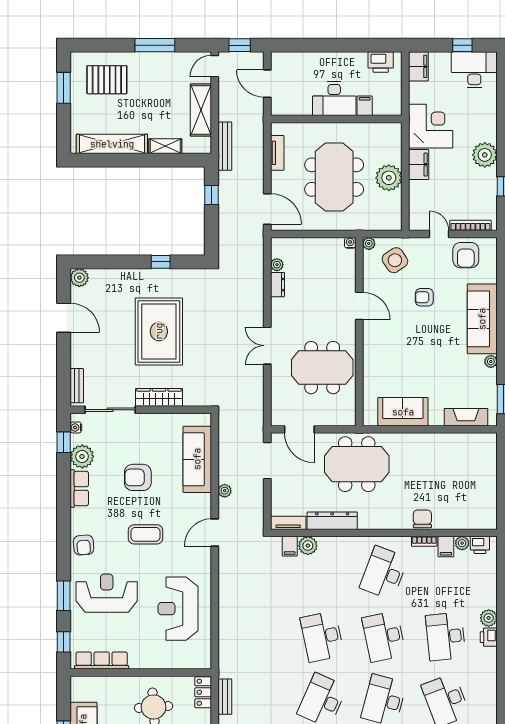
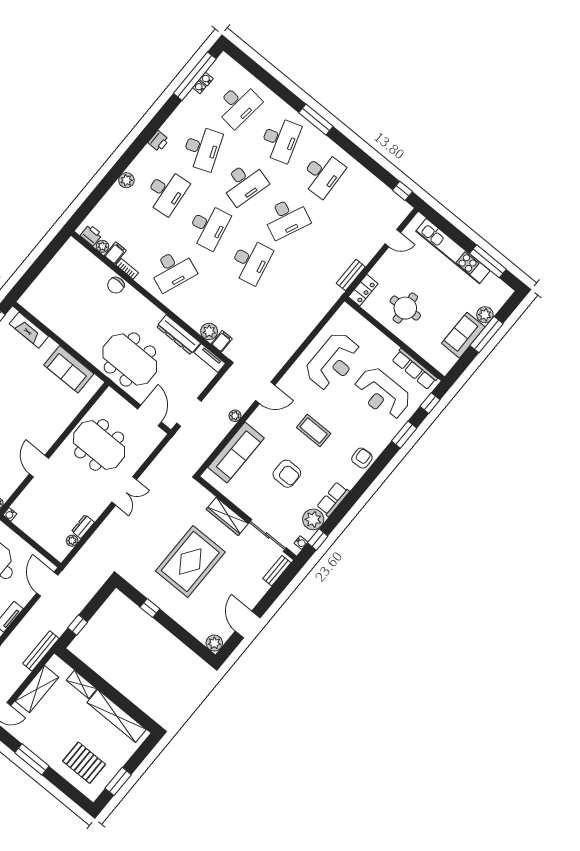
reception desk: (107, 593) -> (382, 394), moved
printer: (489, 637) -> (158, 141), moved

